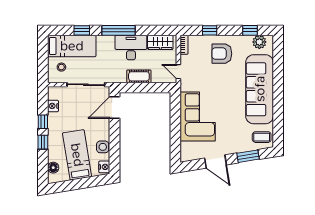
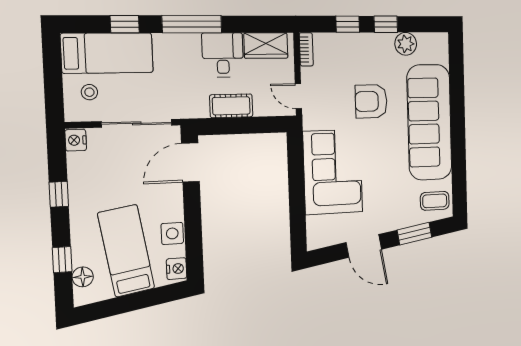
window: (250, 30) -> (386, 24), moved
plant: (259, 42) -> (406, 44), moved
desk: (131, 48) -> (223, 55), width x0.73
armchair: (222, 54) -> (371, 101), moved
nightstand: (53, 106) -> (76, 140), moved
window: (43, 142) -> (62, 260), moved

